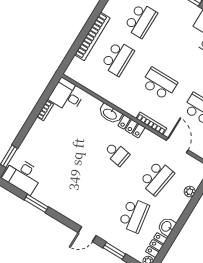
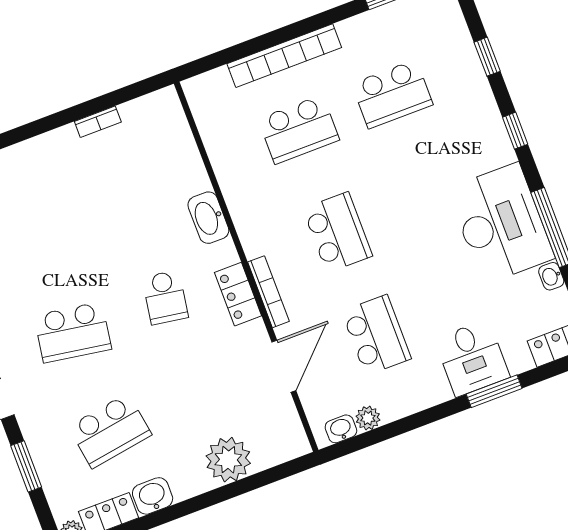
desk: (67, 95) -> (157, 125), removed
locker: (131, 126) -> (238, 294), moved
school desk: (157, 178) -> (73, 332), moved
plant: (190, 192) -> (228, 460), width x1.87, depth x1.87

